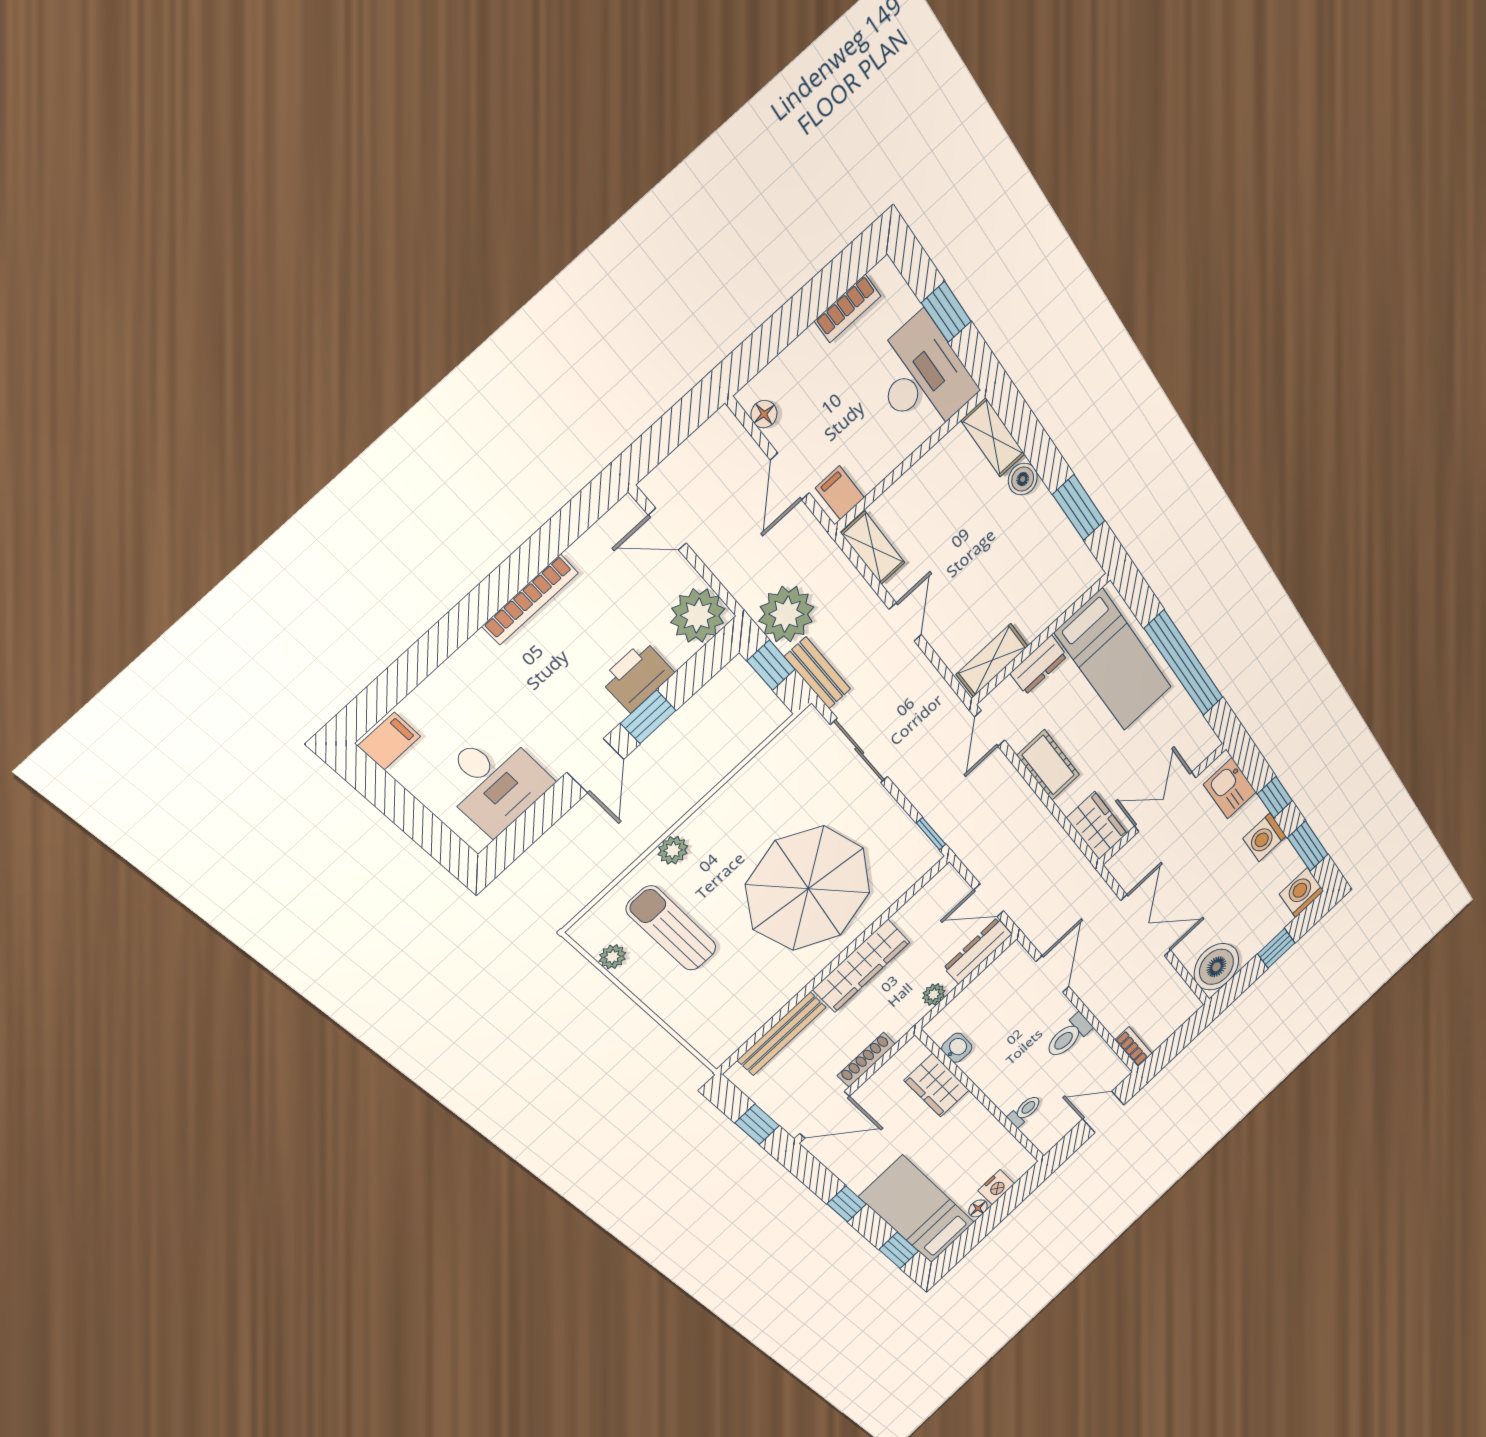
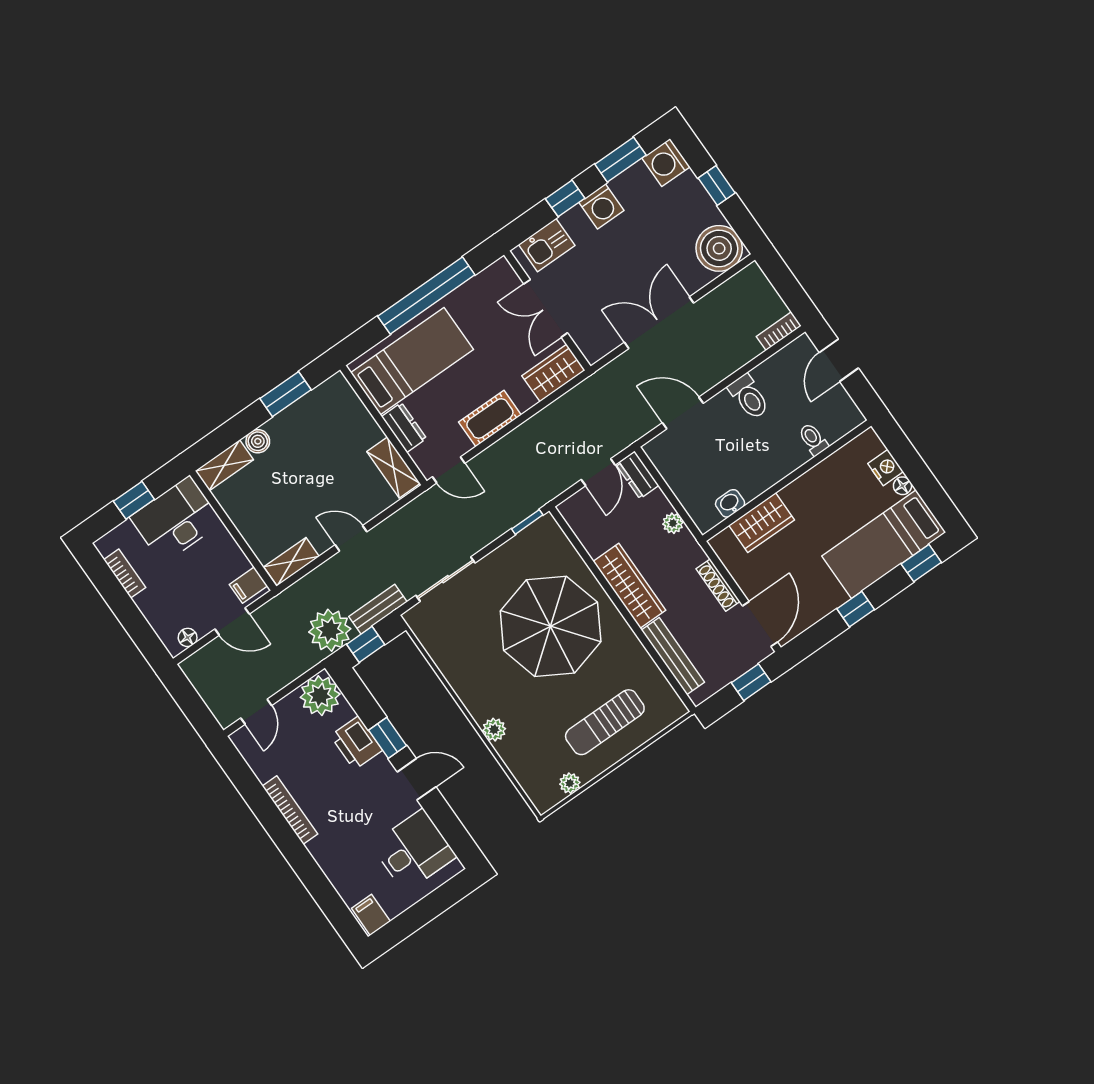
sun lounger: (671, 928) -> (605, 722), moved
dresser: (978, 951) -> (637, 475), width x0.70

